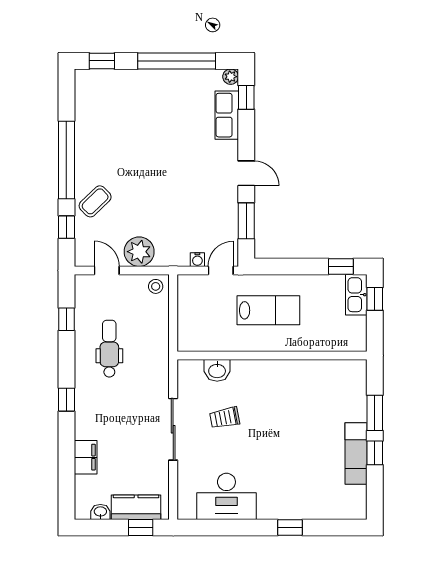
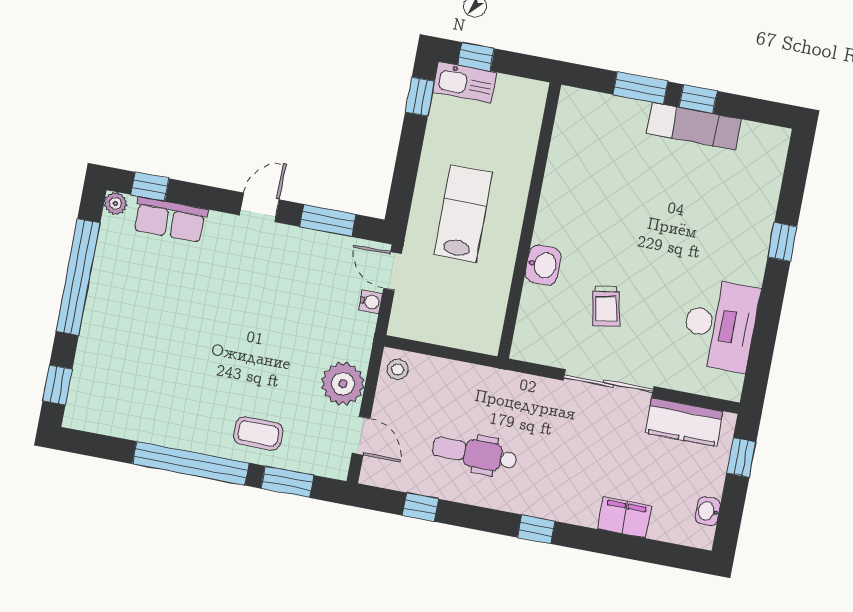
coffee table: (95, 201) -> (258, 433), turned -46
window: (66, 227) -> (287, 482), width x1.50
door: (107, 270) -> (361, 436), swing flipped
washbasin: (217, 370) -> (543, 265), moved
kitchen counter: (136, 507) -> (684, 422), moved, turned -90

